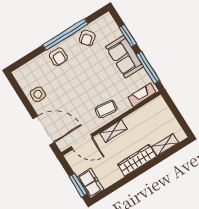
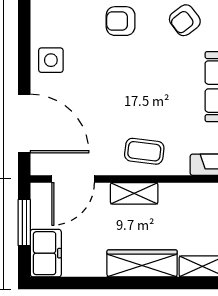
armchair: (58, 57) -> (121, 21), turned 90
door: (82, 142) -> (73, 179), hinge flipped
window: (78, 185) -> (24, 223), moved

